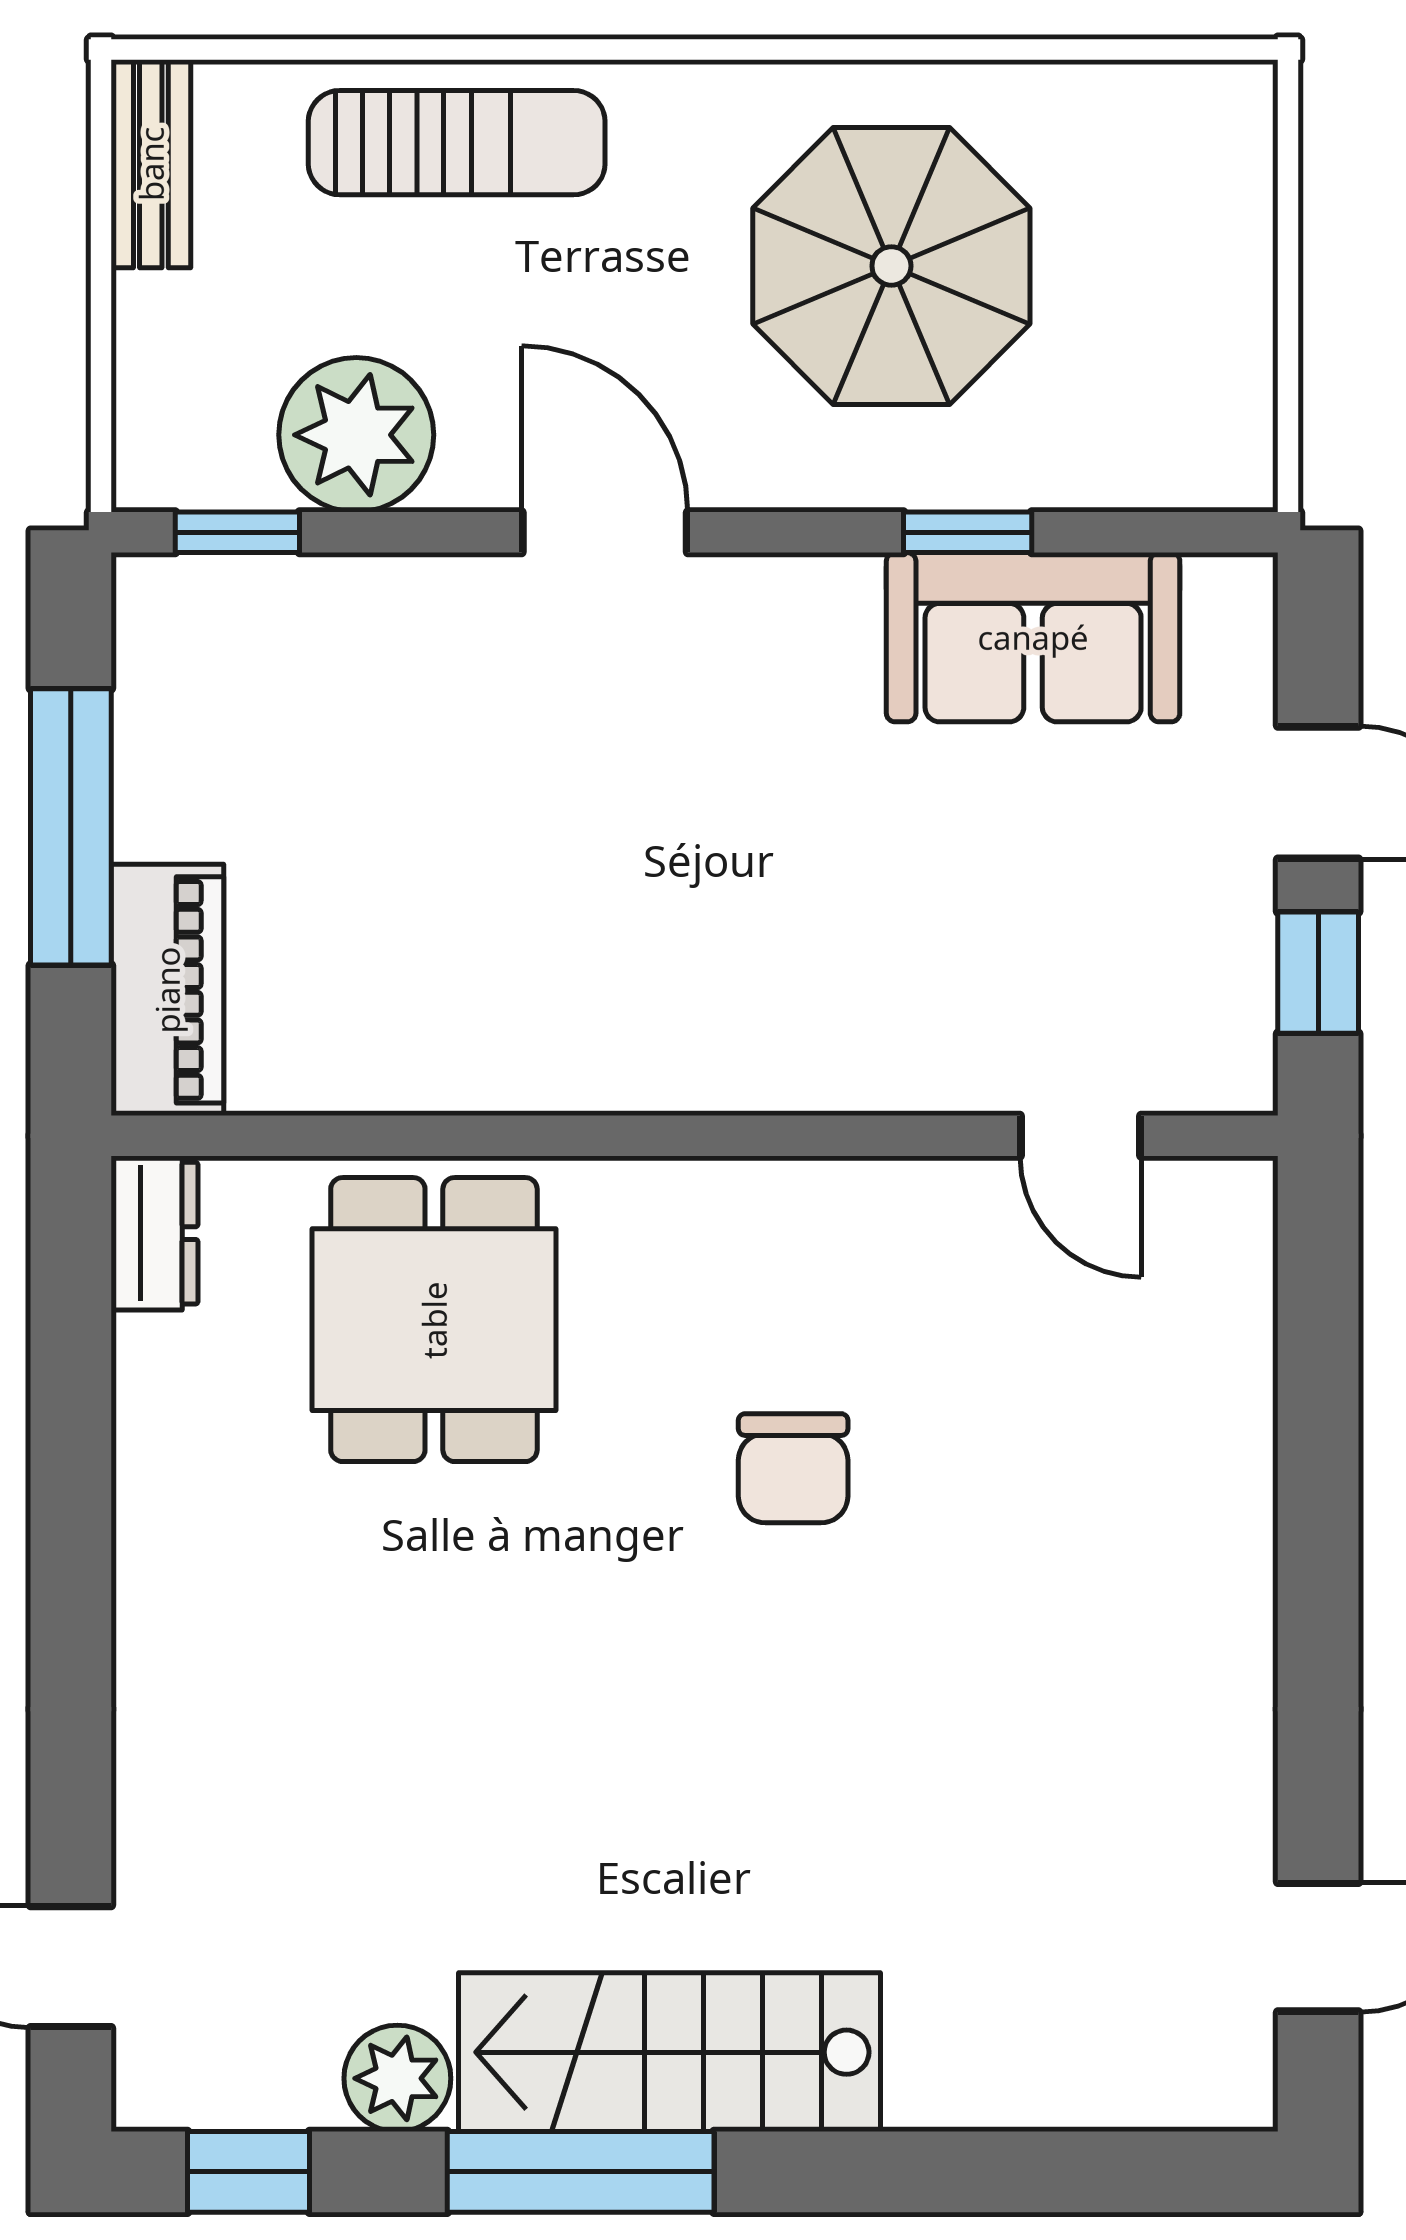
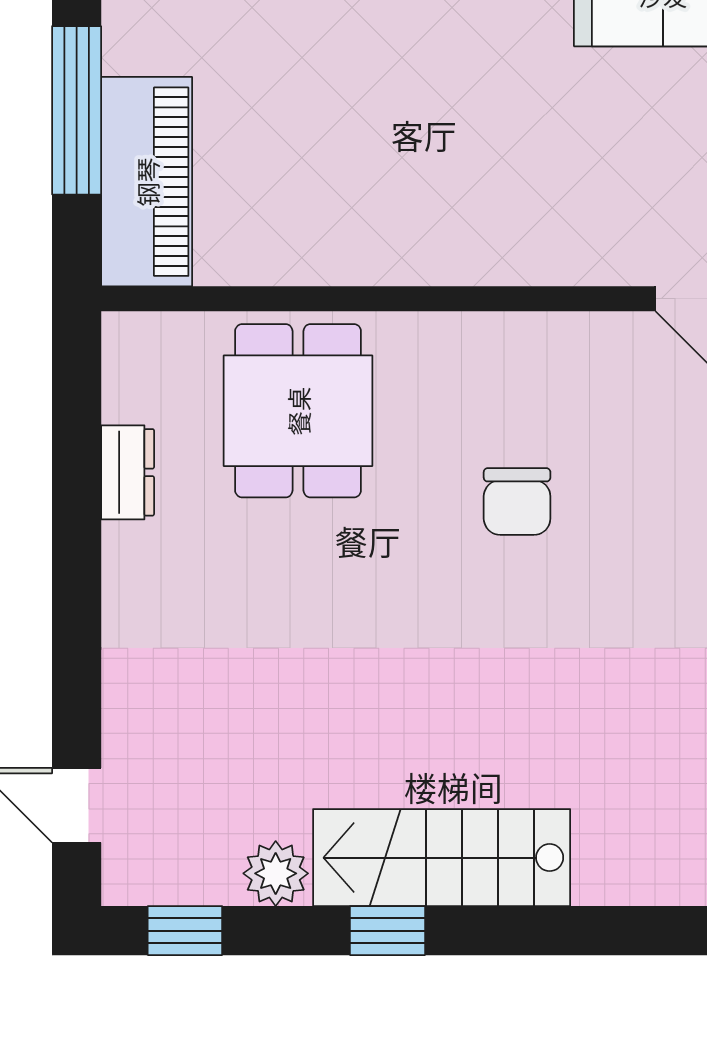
piano: (167, 990) -> (147, 182), width x1.37, depth x1.33
dresser: (154, 1233) -> (128, 472), moved
window: (581, 2172) -> (387, 931), width x0.46

